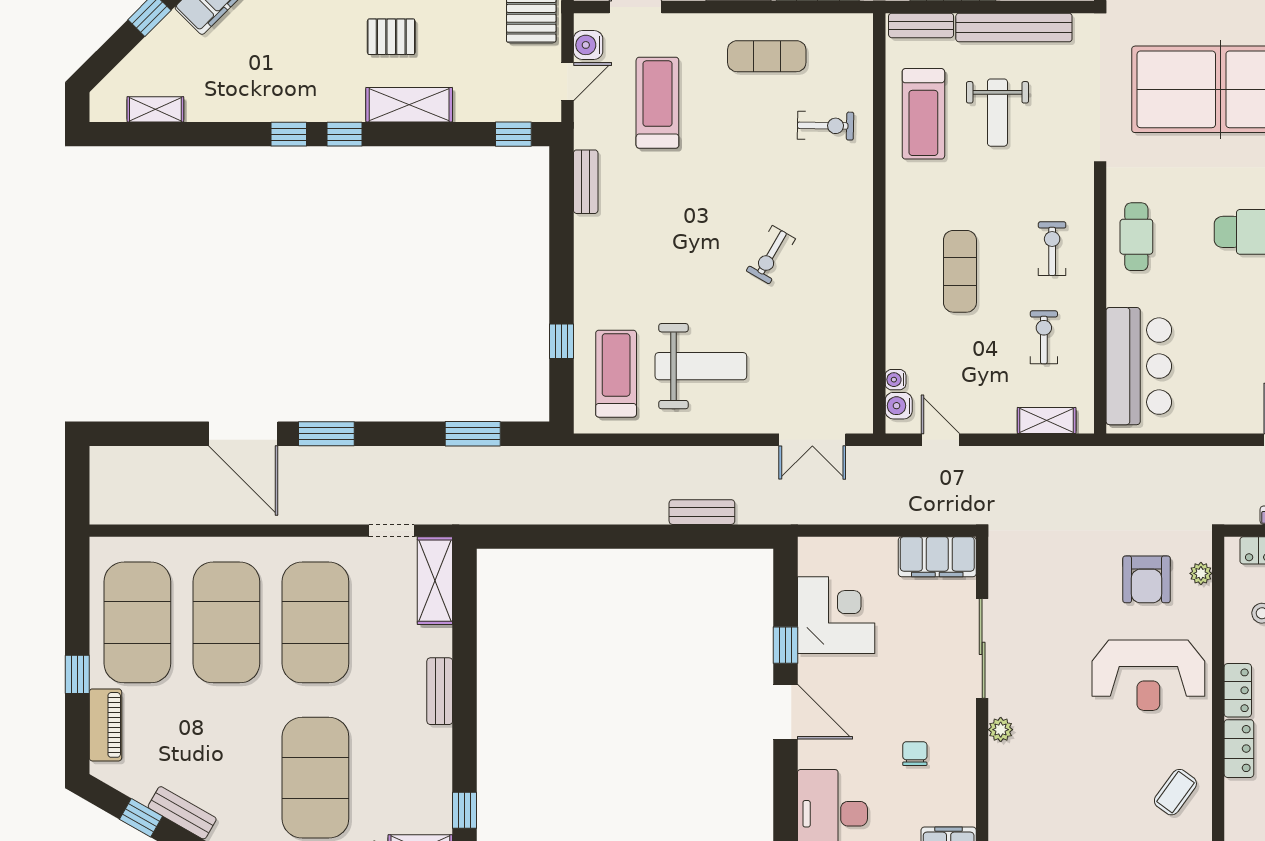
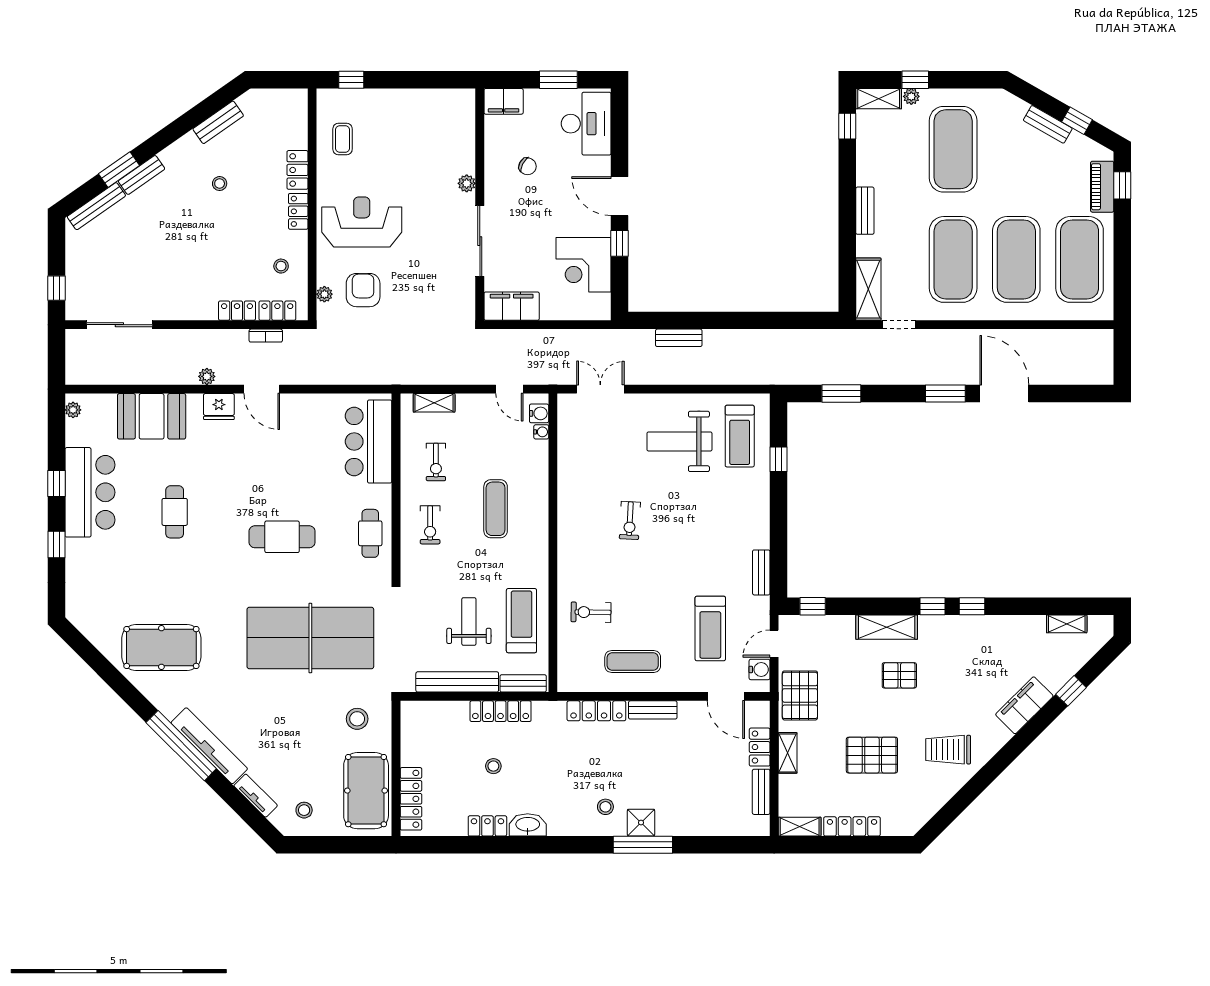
exercise bike: (771, 255) -> (630, 521), turned 153
window: (77, 674) -> (1122, 185), moved
chair: (915, 754) -> (528, 166), turned -62
coffee table: (1175, 792) -> (343, 139), turned -36

